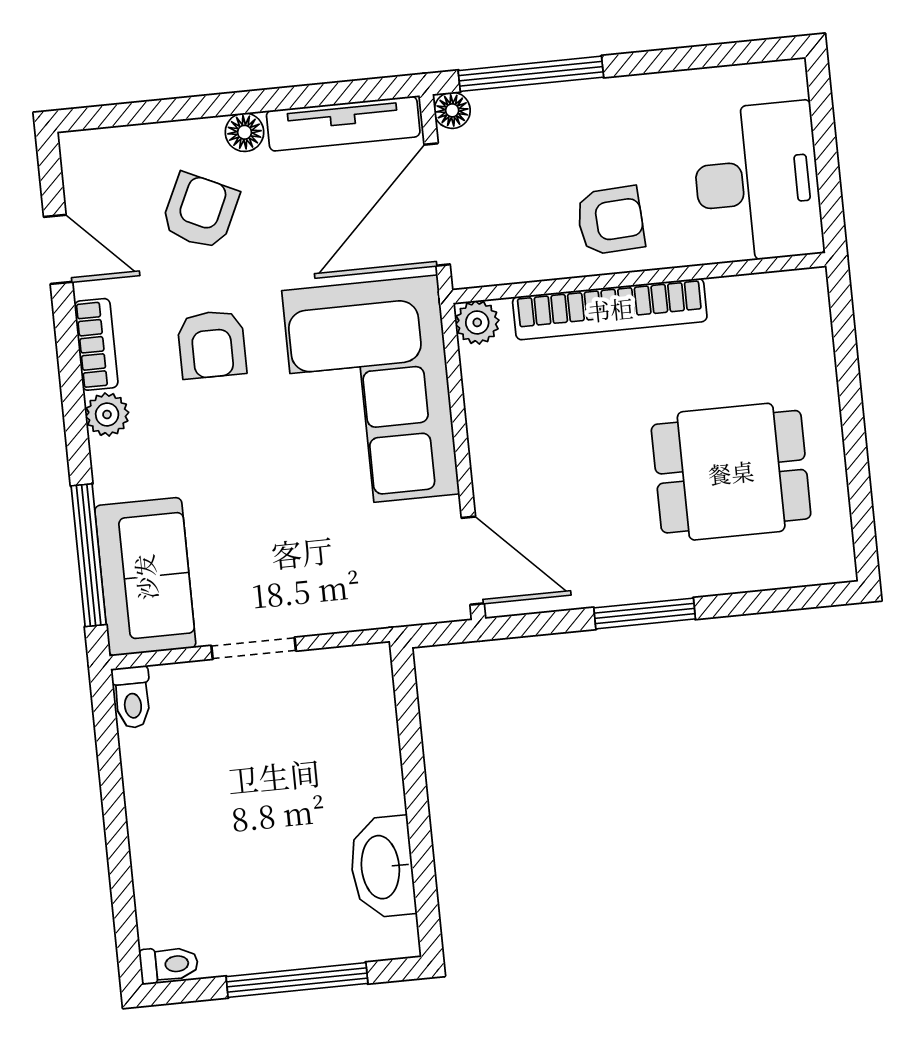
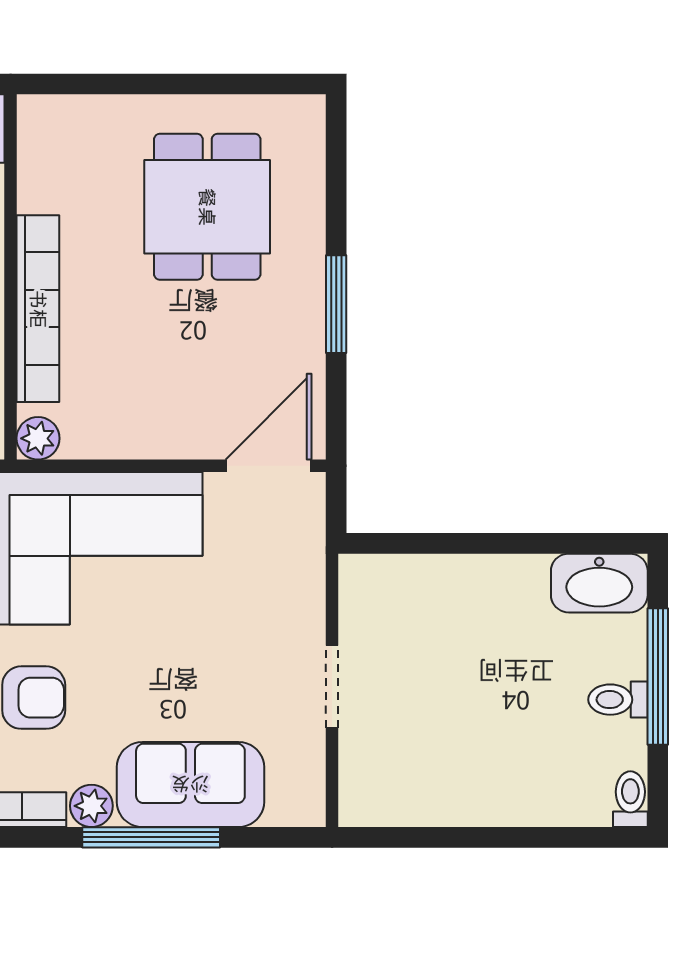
window: (89, 555) -> (151, 837), moved
sofa: (145, 577) -> (190, 784), moved
toilet: (132, 697) -> (618, 700), moved, turned 180
washbasin: (382, 867) -> (599, 583), moved

